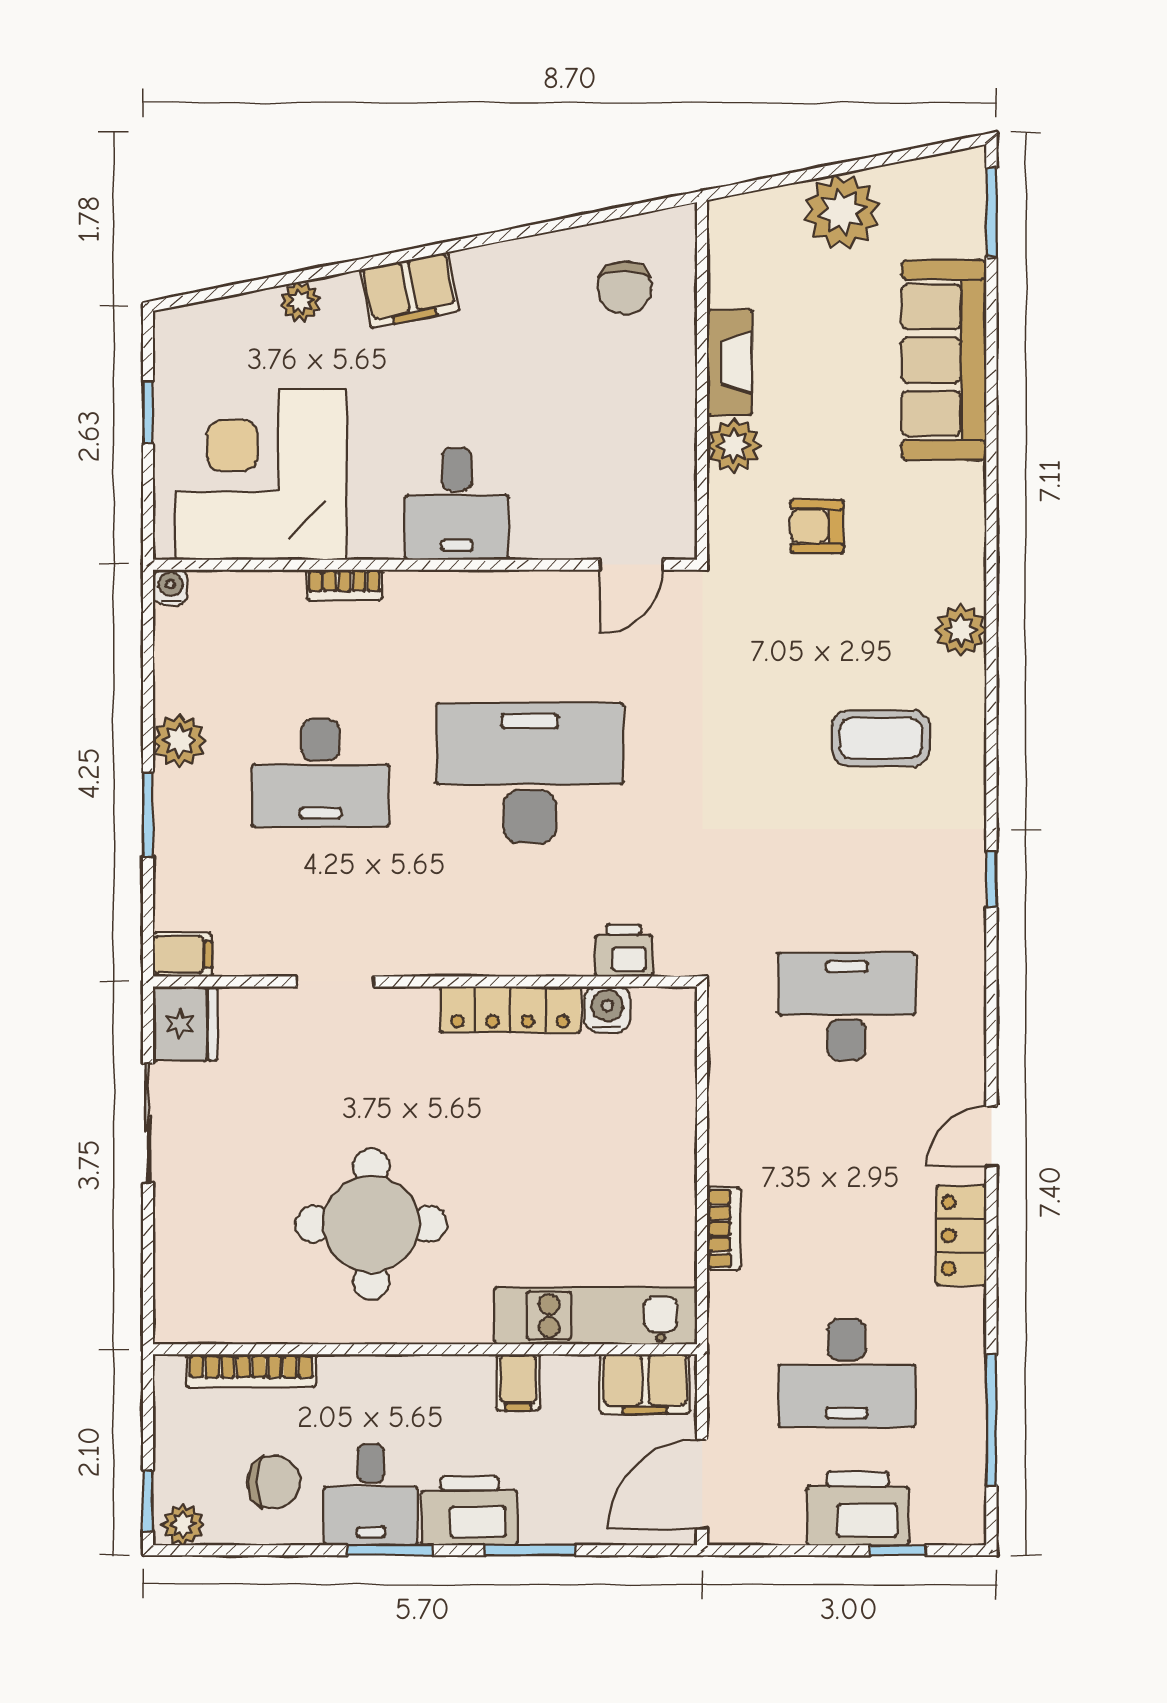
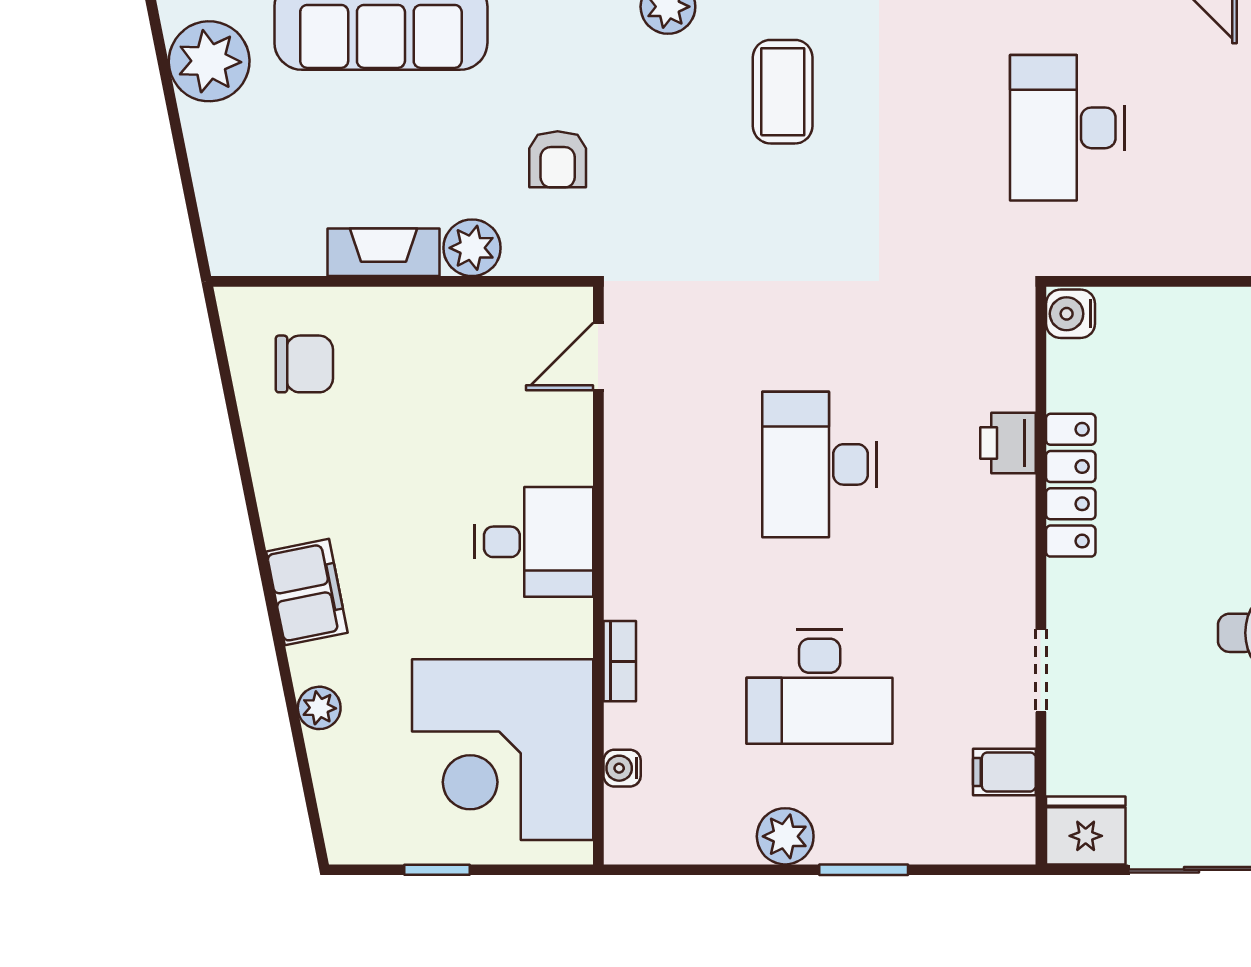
plant: (842, 212) -> (209, 61), moved
door: (631, 565) -> (598, 357), swing flipped
water cooler: (170, 587) -> (622, 768), moved
desk: (320, 773) -> (820, 687), turned 90
desk: (530, 773) -> (820, 464), width x0.73, depth x0.77
printer: (624, 950) -> (1008, 443), moved
filing cabinet: (182, 954) -> (1004, 772), moved, turned -90
water cooler: (607, 1009) -> (1070, 314), moved

